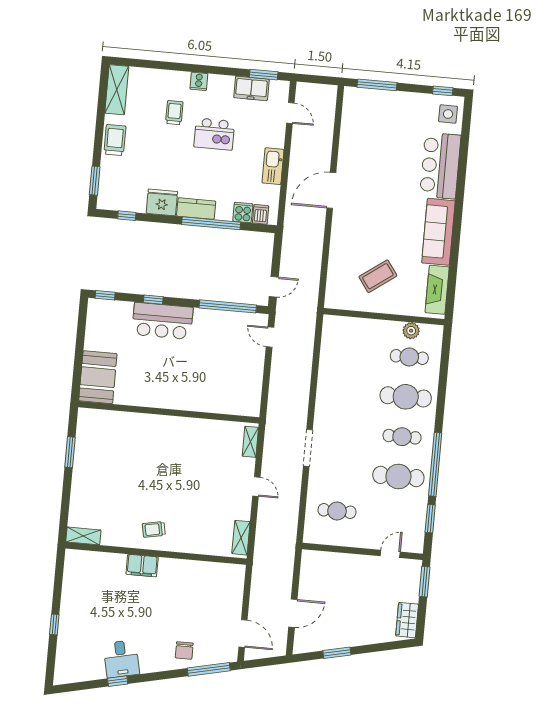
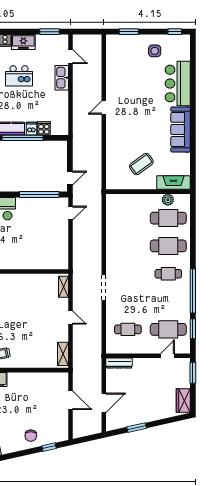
window: (377, 85) -> (129, 32), width x0.69
freezer: (251, 88) -> (23, 42), moved
side table: (448, 114) -> (155, 51), moved
kitchen sink: (273, 166) -> (62, 78), moved
door: (331, 190) -> (104, 107), width x0.53
dishwasher: (261, 214) -> (31, 129), moved
fireplace: (437, 290) -> (173, 183), moved, turned 90
door: (270, 337) -> (70, 213), swing flipped
cafe table: (409, 357) -> (168, 218), width x1.37, depth x1.35
cafe table: (398, 476) -> (168, 329), moved
dresser: (320, 558) -> (119, 363), added
door: (243, 633) -> (70, 400), moved
window: (209, 669) -> (49, 447), width x0.46

